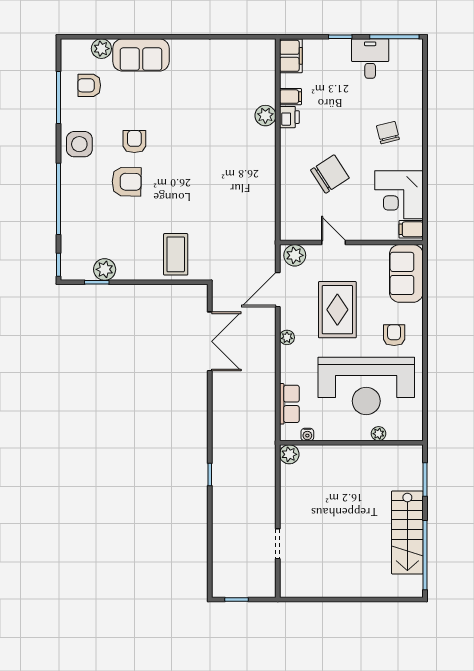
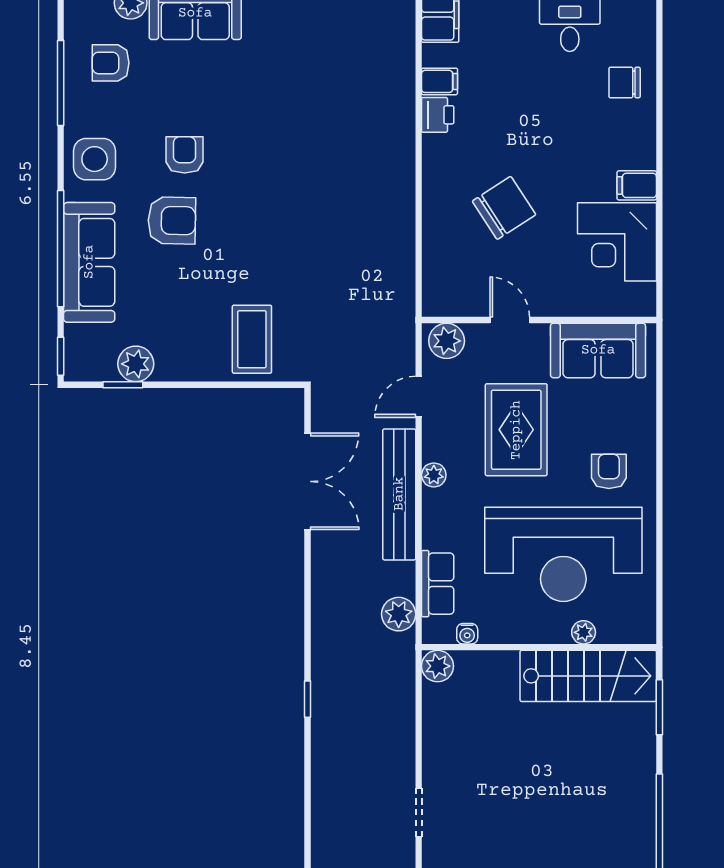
plant: (265, 116) -> (399, 614), moved
chair: (388, 133) -> (625, 83), moved, turned -76
sofa: (76, 207) -> (89, 262), added
filing cabinet: (411, 229) -> (637, 185), moved
sofa: (406, 273) -> (598, 350), moved, turned -90
door: (278, 290) -> (419, 397), width x0.73
bench: (266, 349) -> (399, 494), added
stairs: (407, 532) -> (588, 676), moved, turned -90

